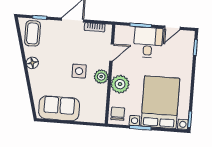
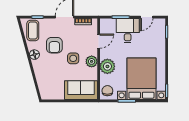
armchair: (57, 53) -> (54, 45), added
sofa: (59, 108) -> (81, 90), moved

